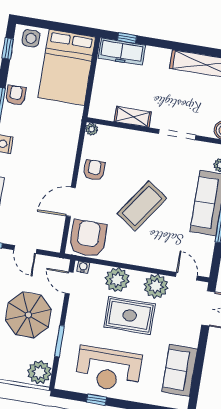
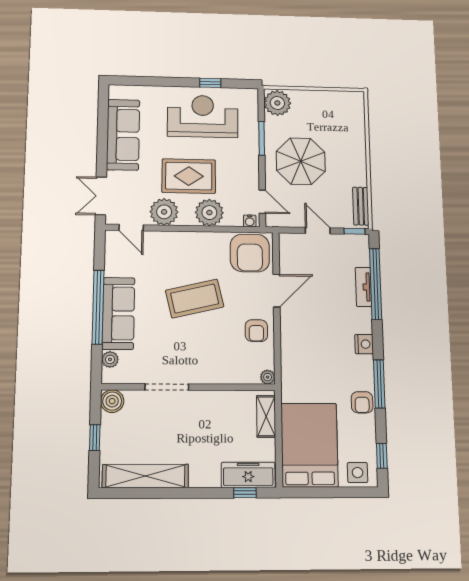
shelving: (133, 117) -> (266, 416), moved, turned 90
coffee table: (142, 206) -> (195, 299), turned 42
sofa: (180, 370) -> (123, 135), width x1.36

